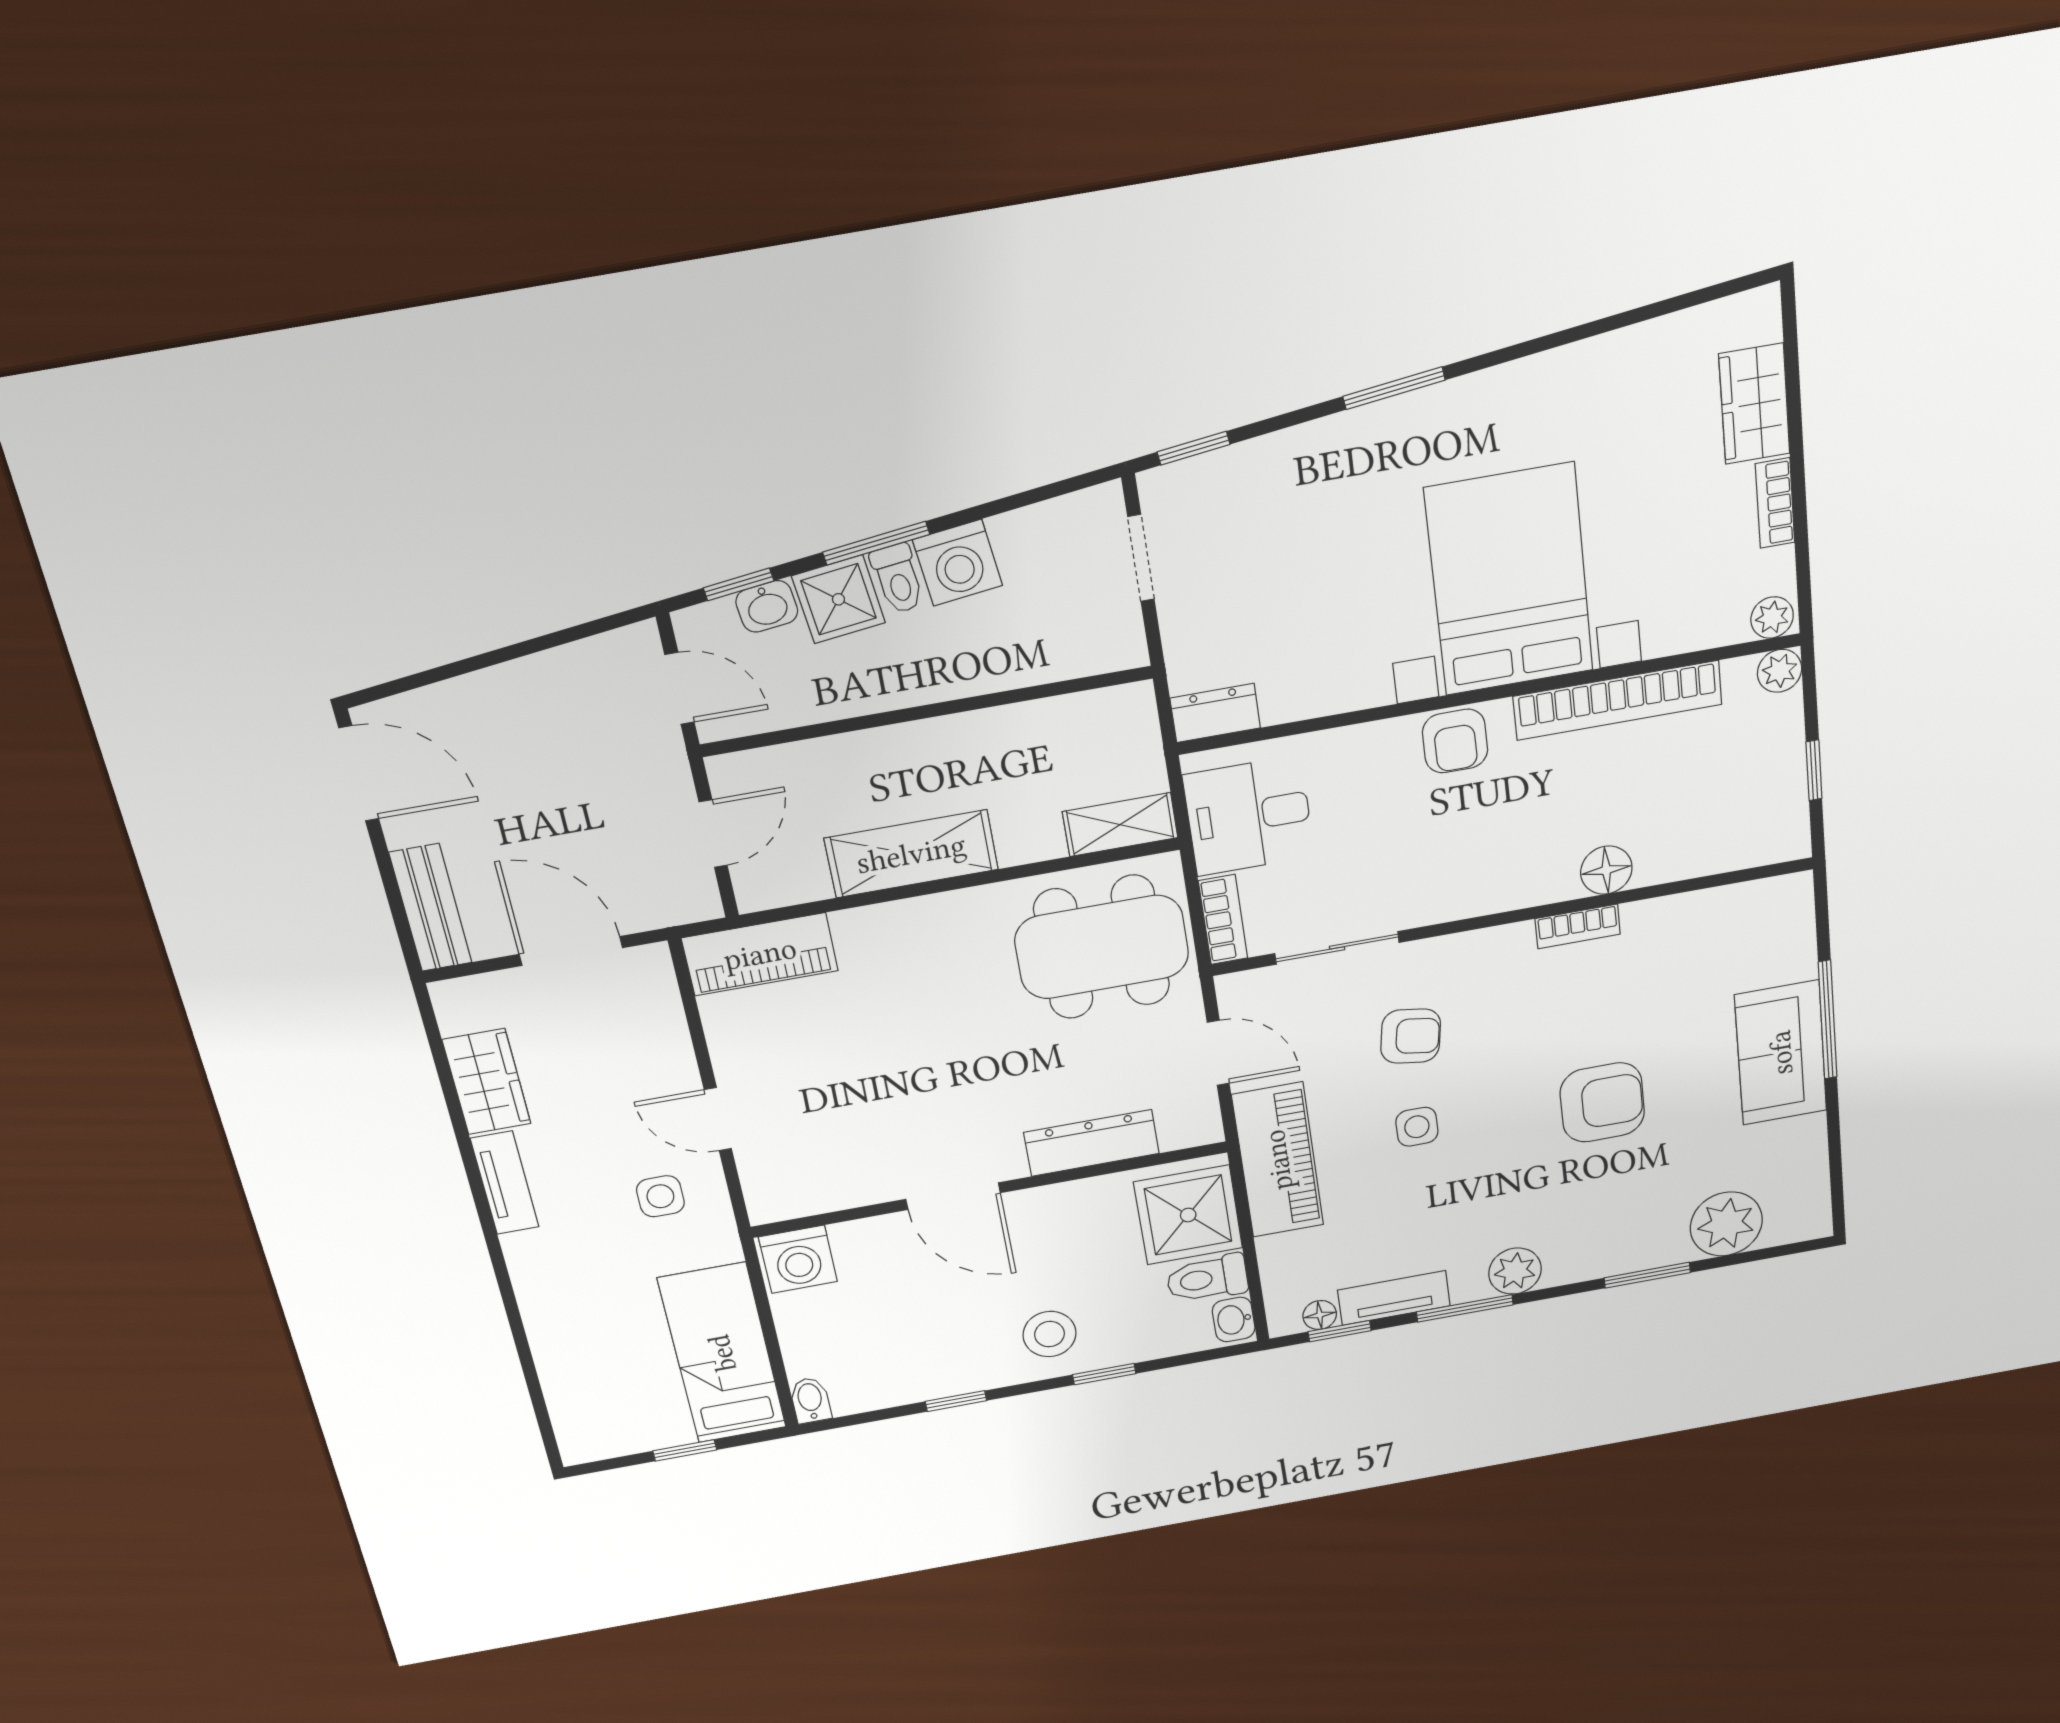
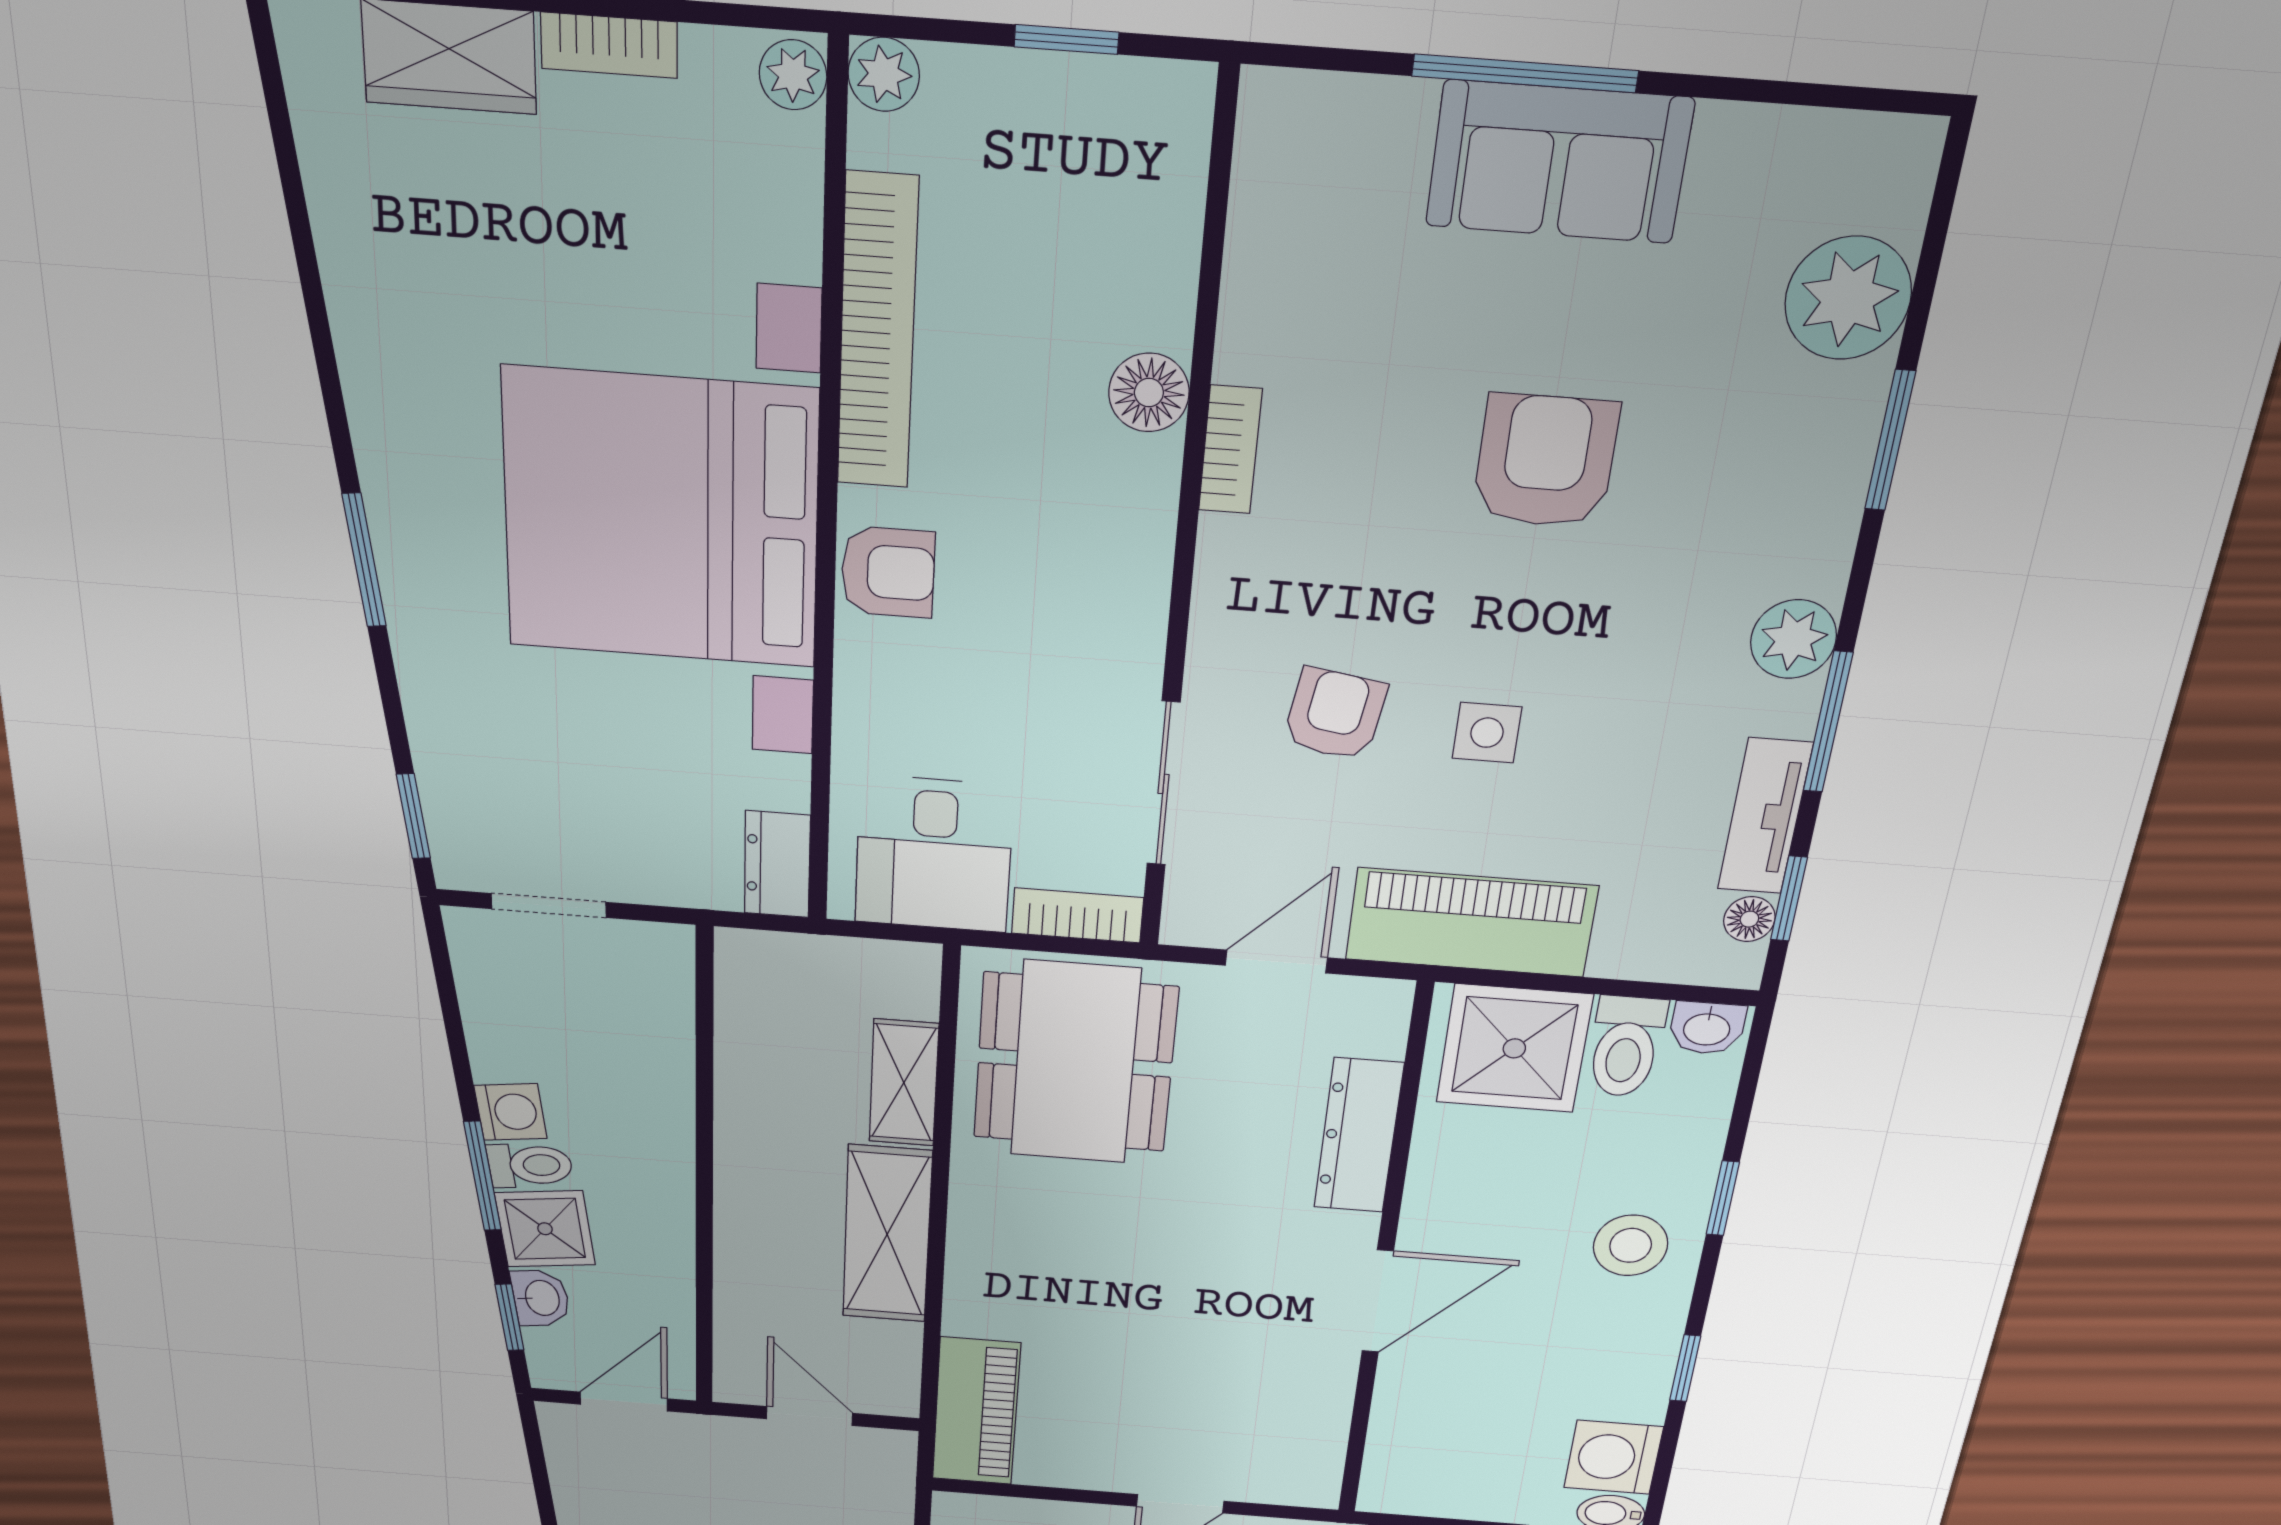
washing machine: (958, 563) -> (510, 1112), width x0.73, depth x0.73
bed with nightstands: (1509, 580) -> (661, 519), width x1.36
shelving: (1120, 825) -> (904, 1083), moved
washing machine: (798, 1259) -> (1613, 1457), moved, turned 180

